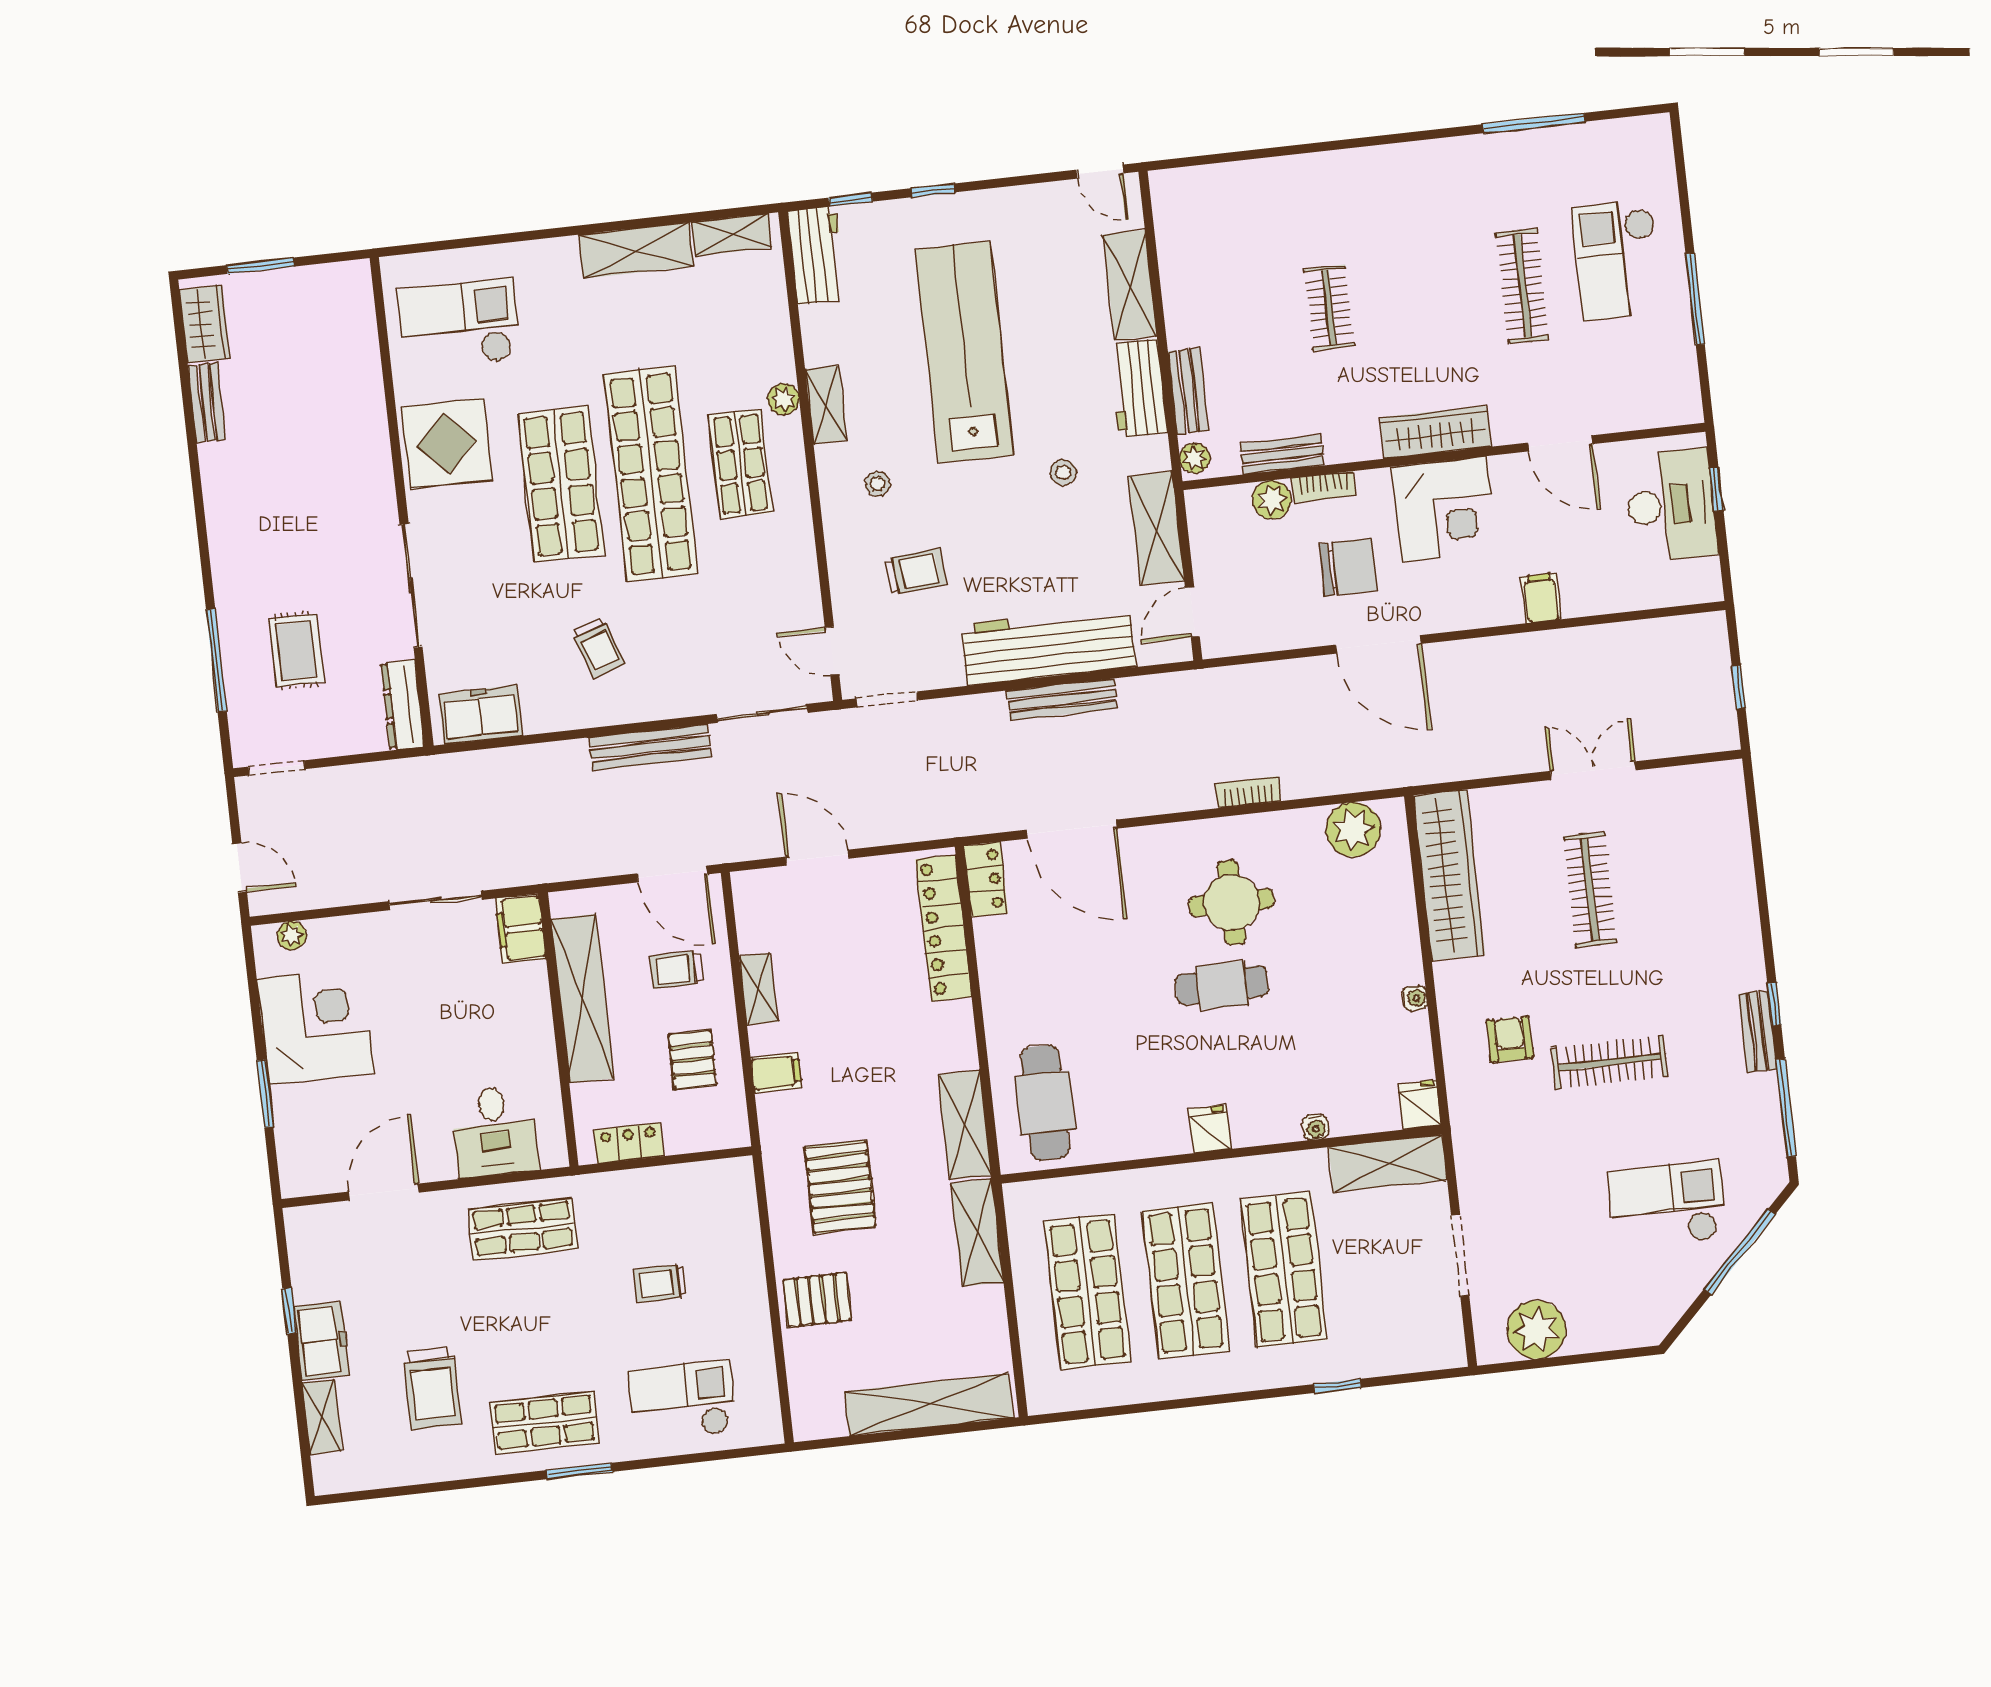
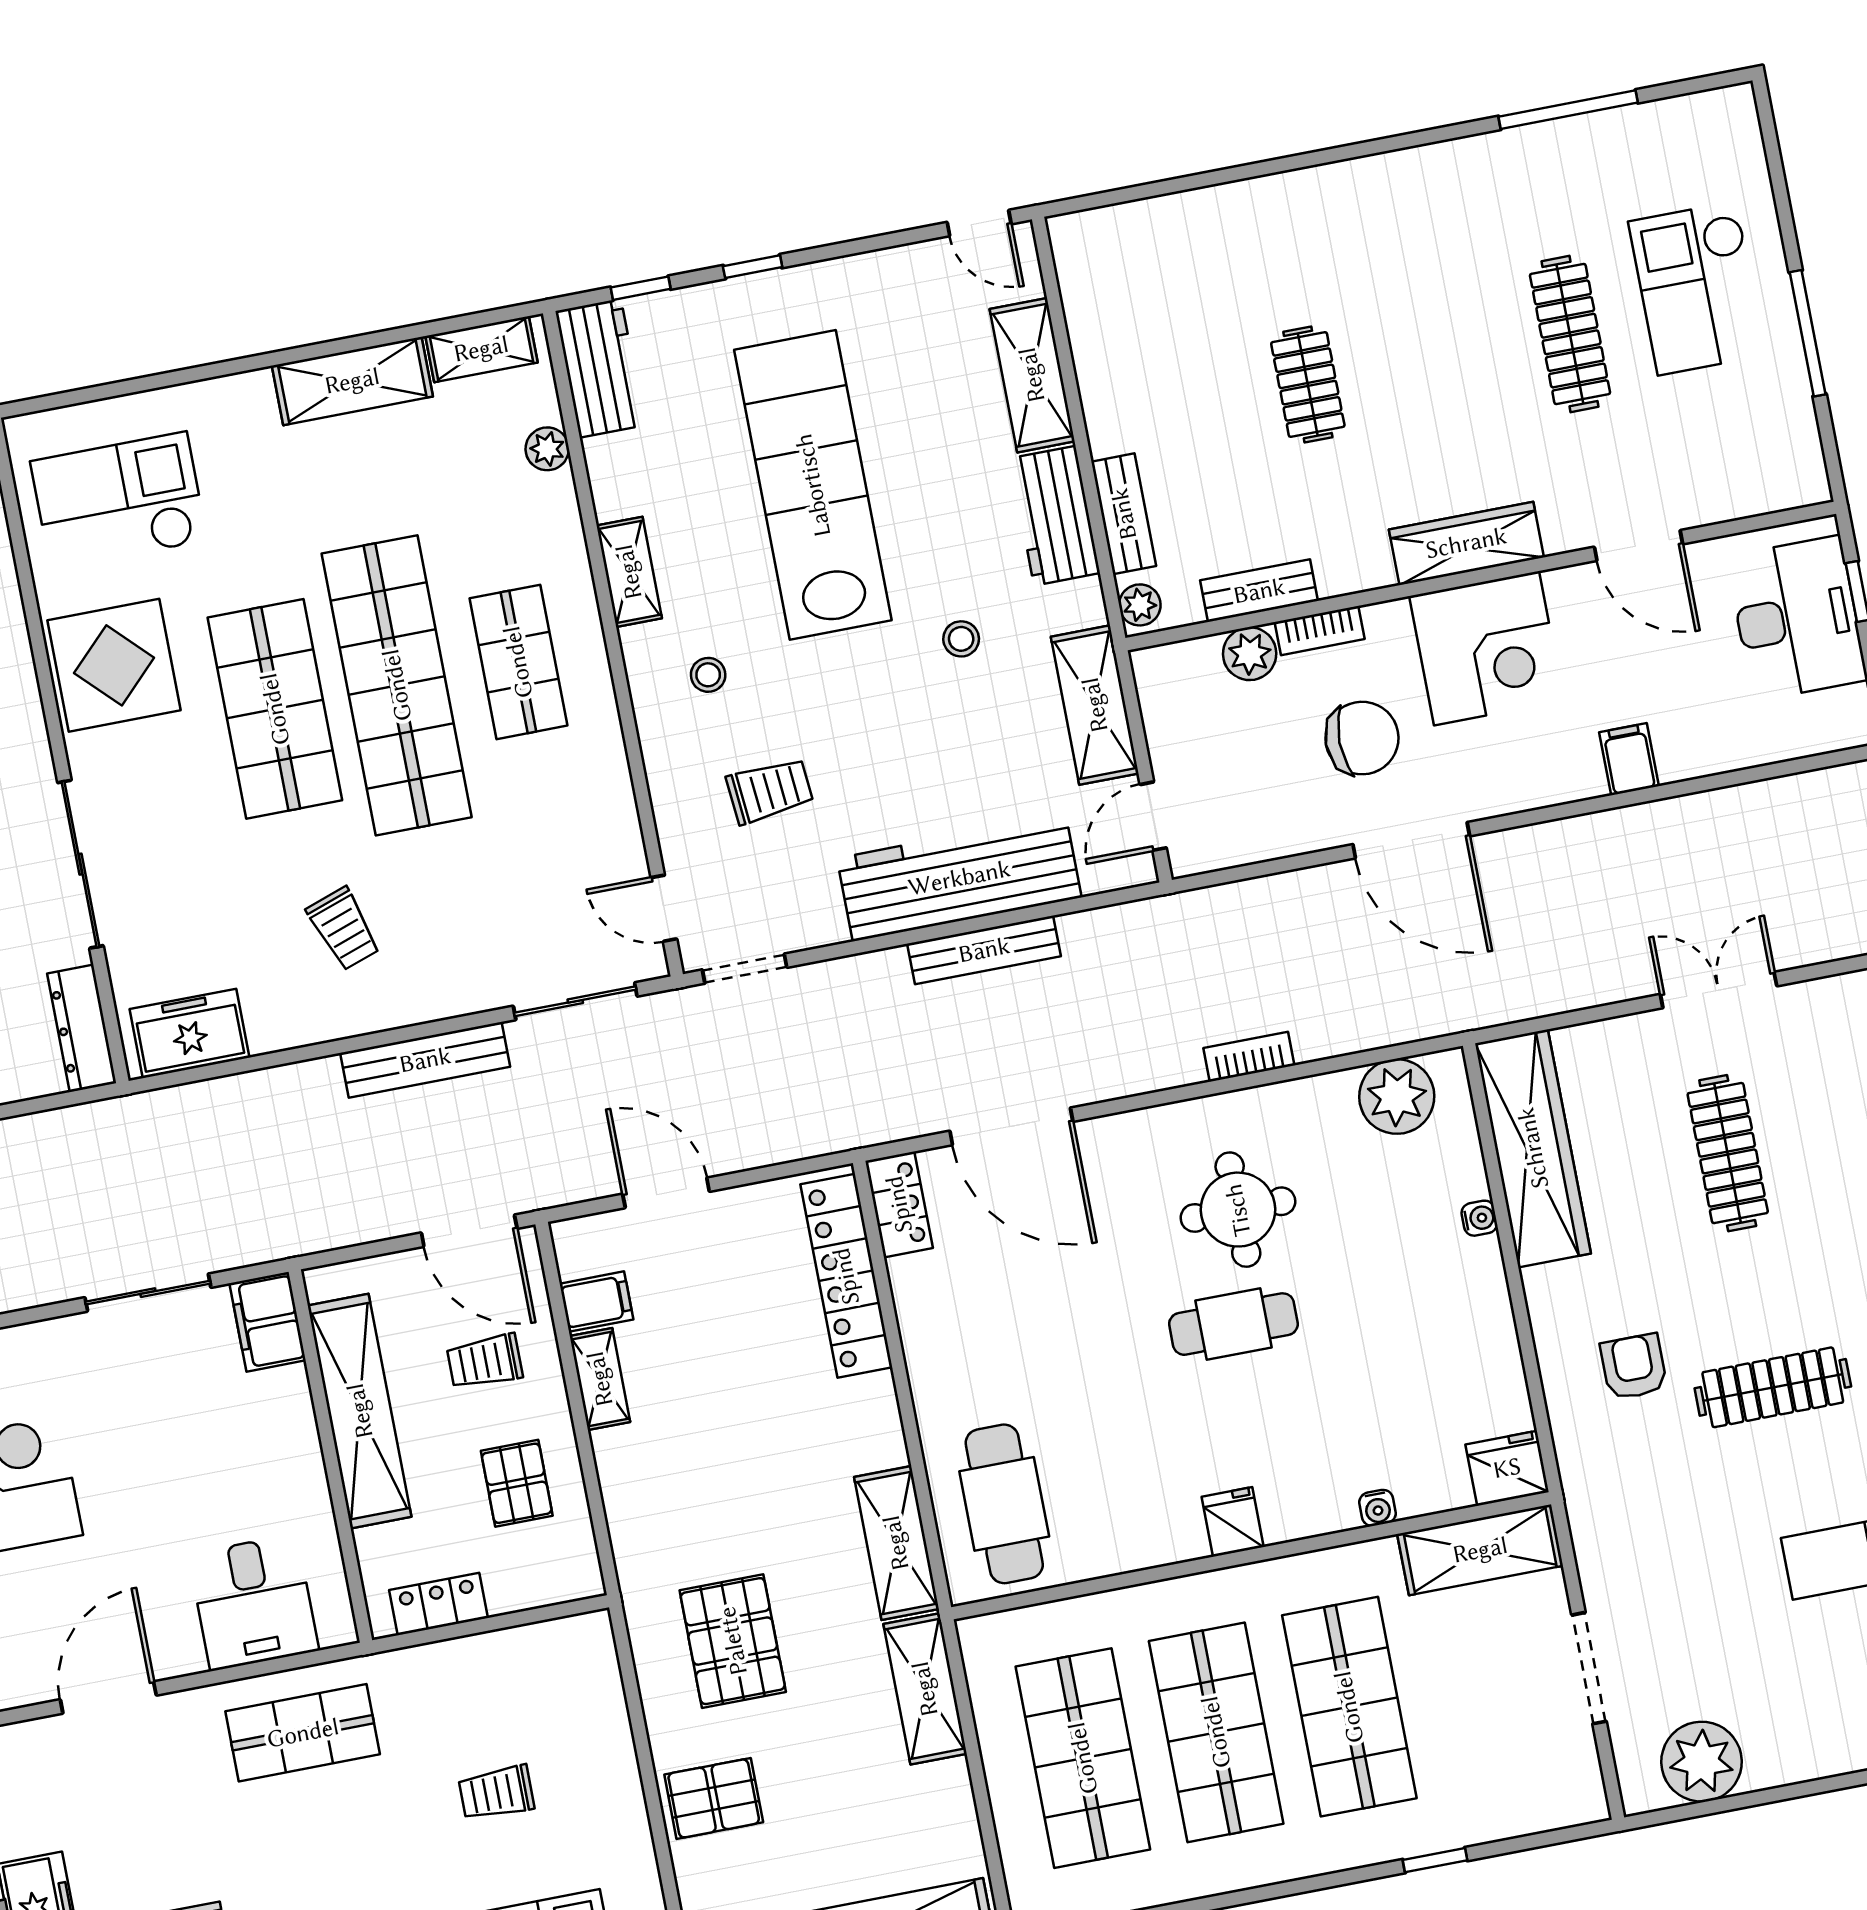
plant: (784, 399) -> (547, 449), moved
water cooler: (1415, 998) -> (1479, 1218), moved
filing cabinet: (776, 1073) -> (596, 1302), moved
fridge: (1419, 1105) -> (1507, 1468), width x1.38

